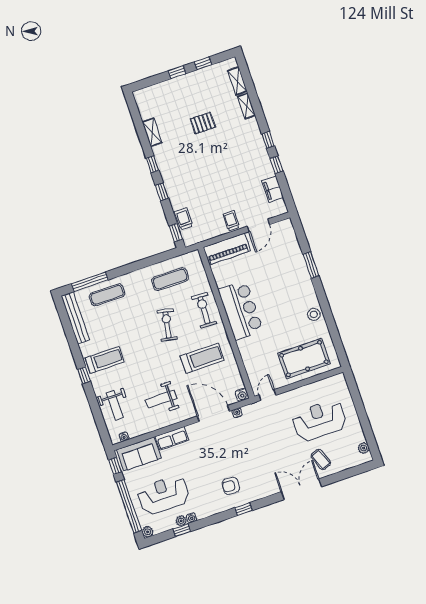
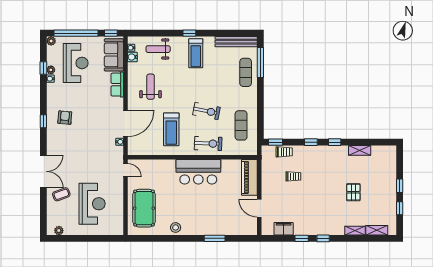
trolley: (231, 221) -> (293, 176), moved
water cooler: (242, 395) -> (132, 57), moved

